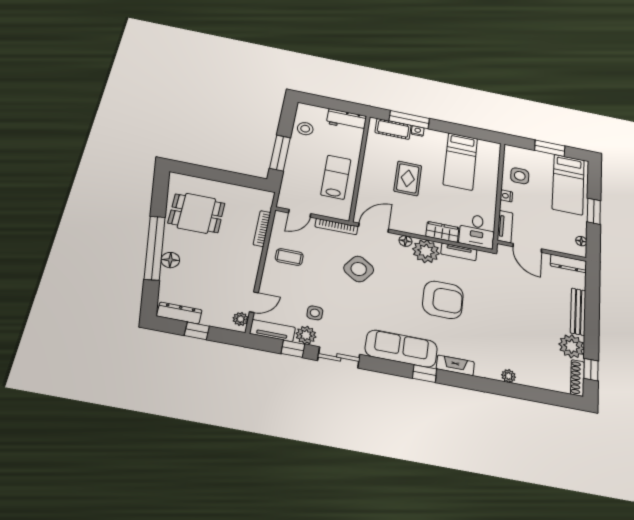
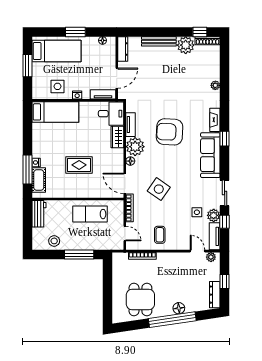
bed: (460, 161) -> (55, 112), moved
armchair: (443, 300) -> (170, 132), turned -87

